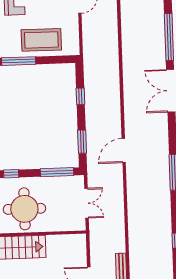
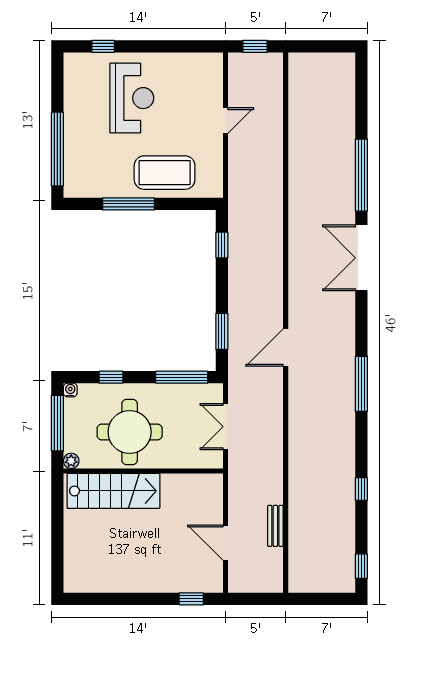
window: (80, 96) -> (222, 245), moved
double door: (87, 203) -> (225, 427), swing flipped

